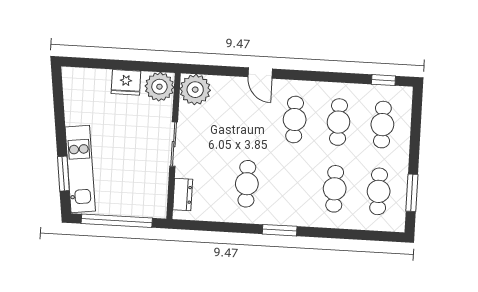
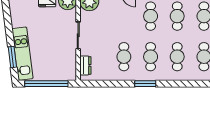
cafe table: (291, 186) -> (151, 57), added

